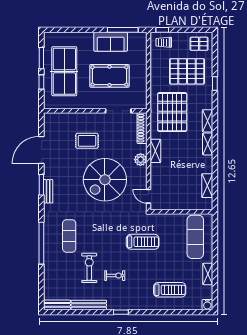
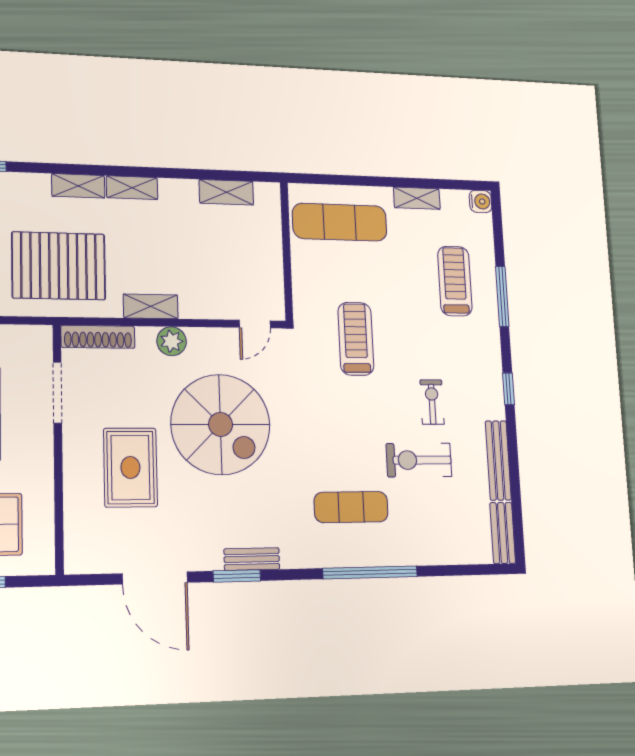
rug: (87, 141) -> (130, 467), width x1.36, depth x1.43
window: (163, 312) -> (502, 296), added

